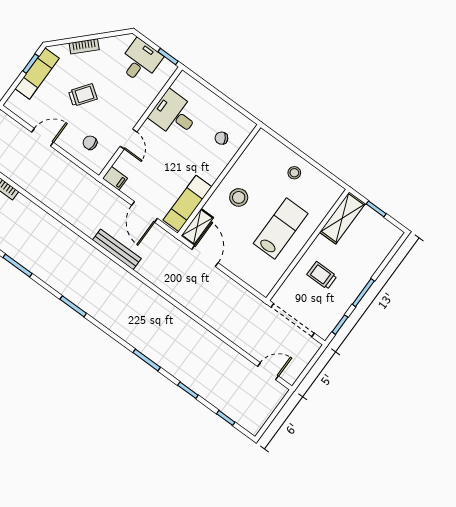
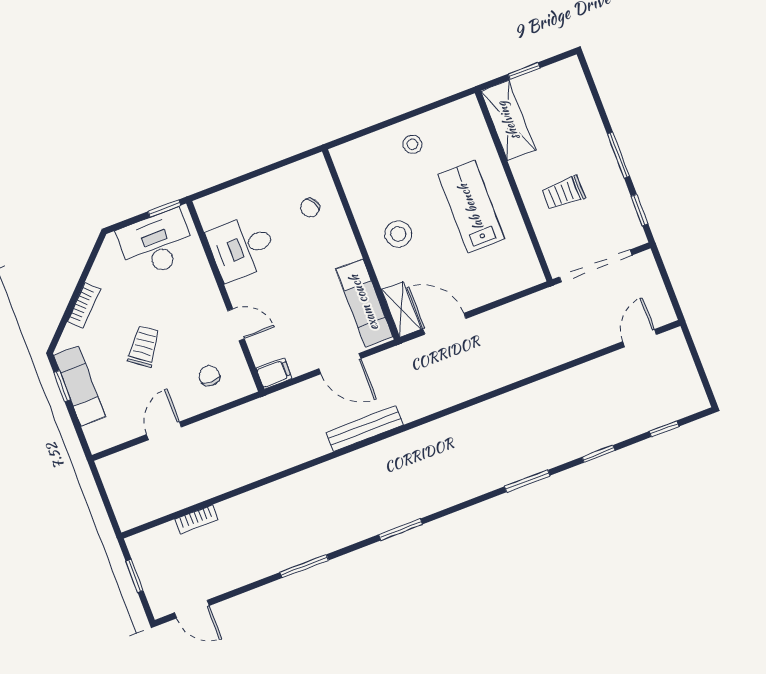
desk: (140, 61) -> (156, 244), width x1.37
chair: (90, 143) -> (209, 376), turned 90

